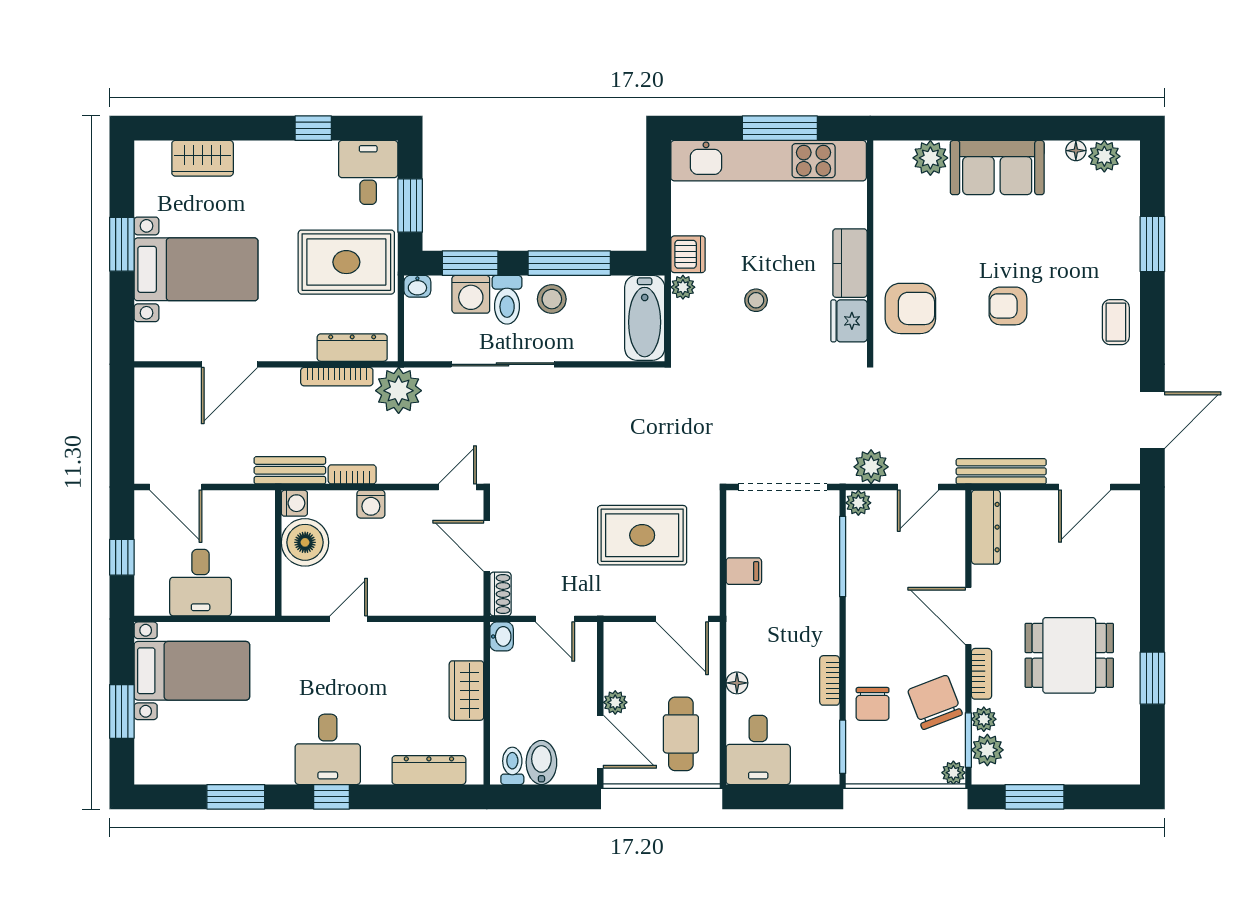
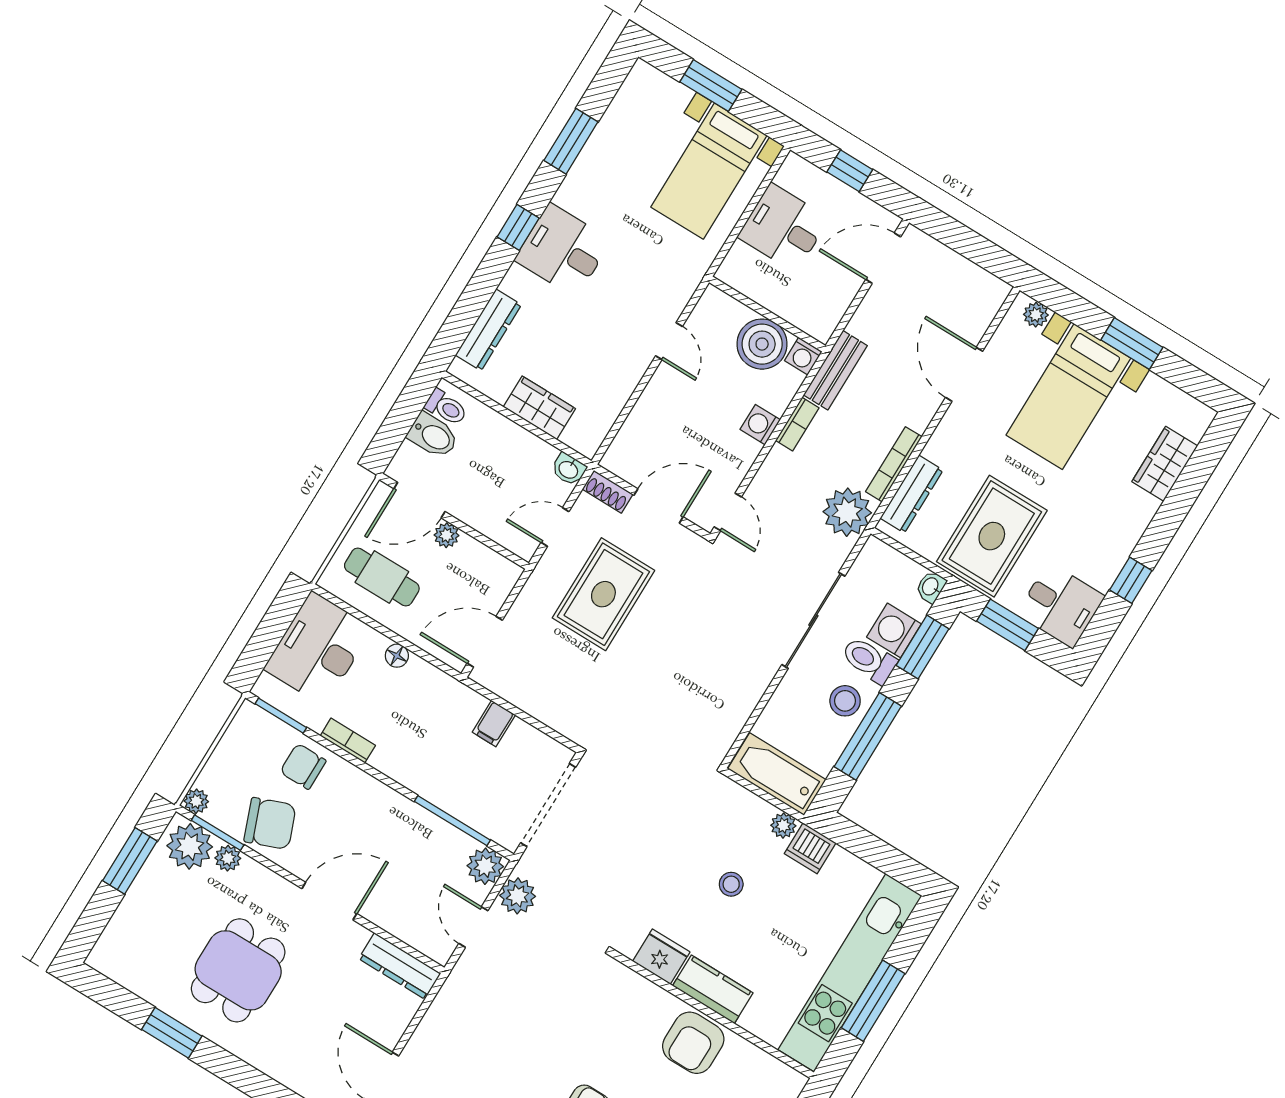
armchair: (910, 308) -> (693, 1043), moved
plant: (146, 336) -> (1036, 315), added
bench: (1001, 471) -> (442, 1011), removed
plant: (858, 503) -> (485, 866), width x1.38, depth x1.38
rug: (642, 535) -> (603, 594), moved
bookcase: (982, 674) -> (270, 881), removed
desk: (758, 750) -> (318, 649), width x1.37
plant: (987, 750) -> (190, 846), width x1.36, depth x1.36

